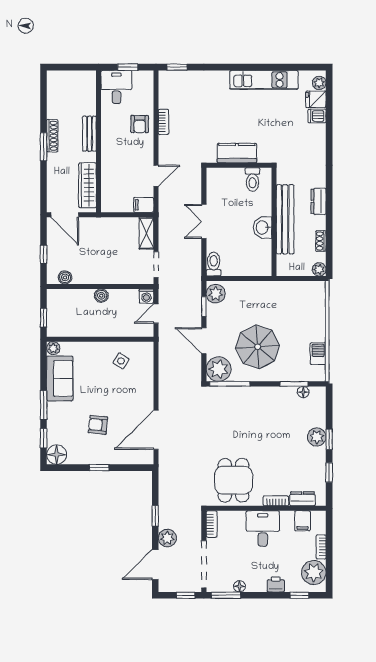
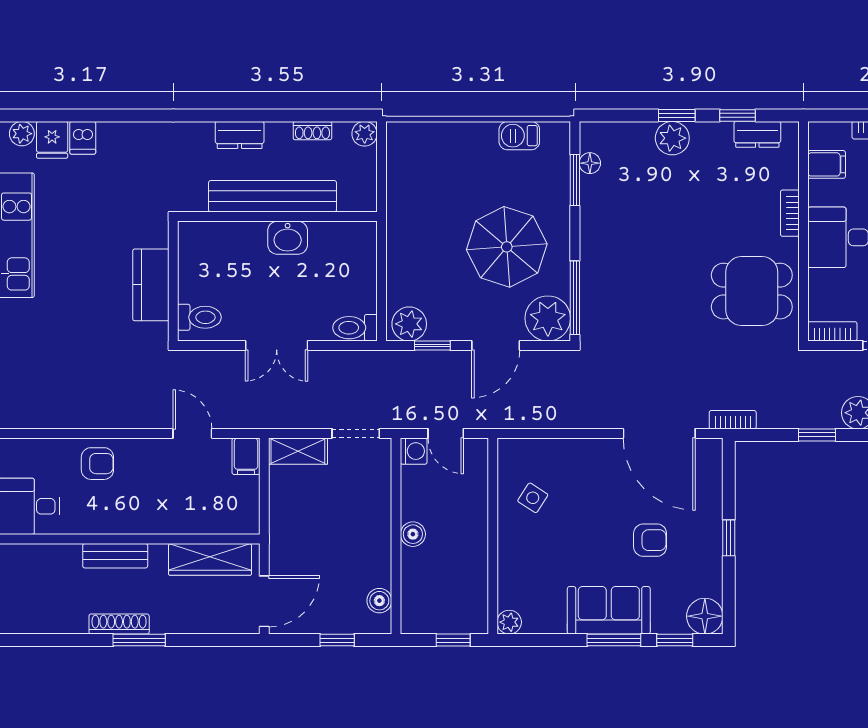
bookcase: (164, 122) -> (733, 420), moved
toilet: (253, 179) -> (199, 317), moved
sofa: (60, 378) -> (609, 610), moved
armchair: (98, 425) -> (650, 540), turned -96
dresser: (303, 499) -> (757, 134), moved, turned -90

